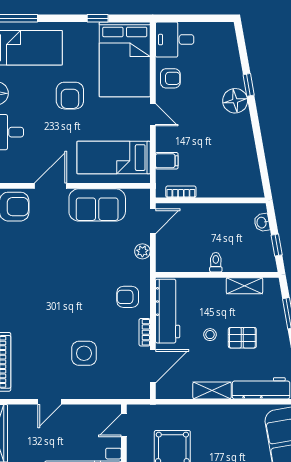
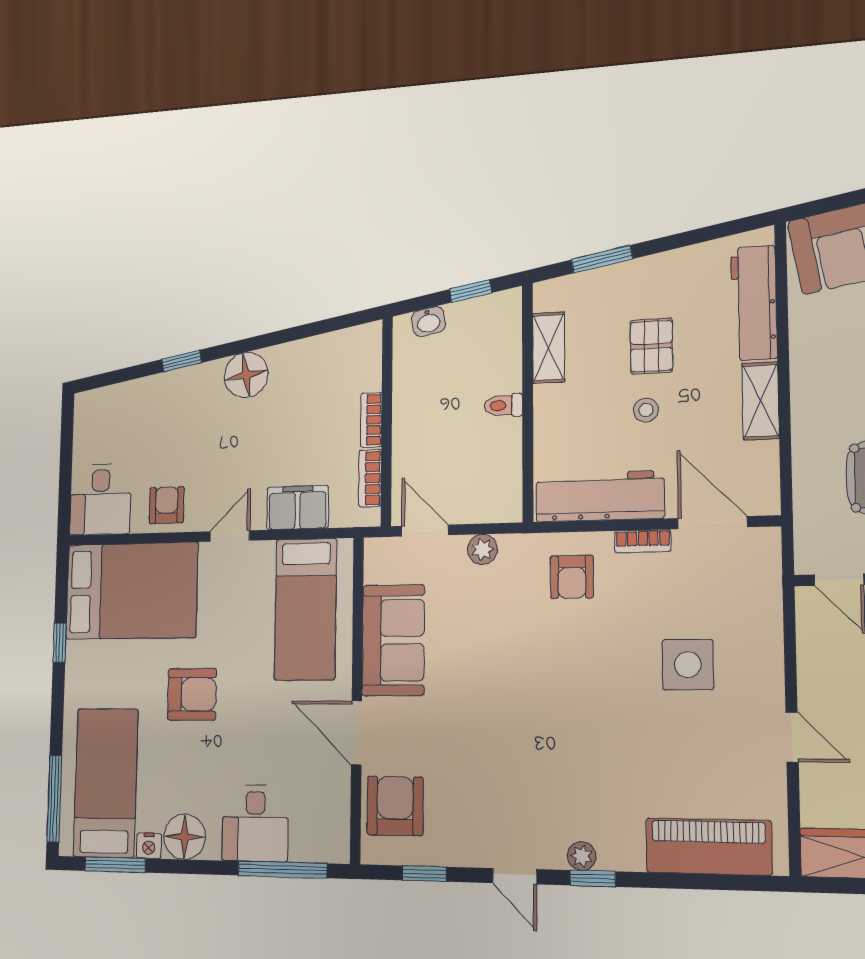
floor lamp: (235, 101) -> (246, 375), moved
filing cabinet: (167, 161) -> (298, 508), width x2.00
bookcase: (211, 192) -> (371, 420), added

